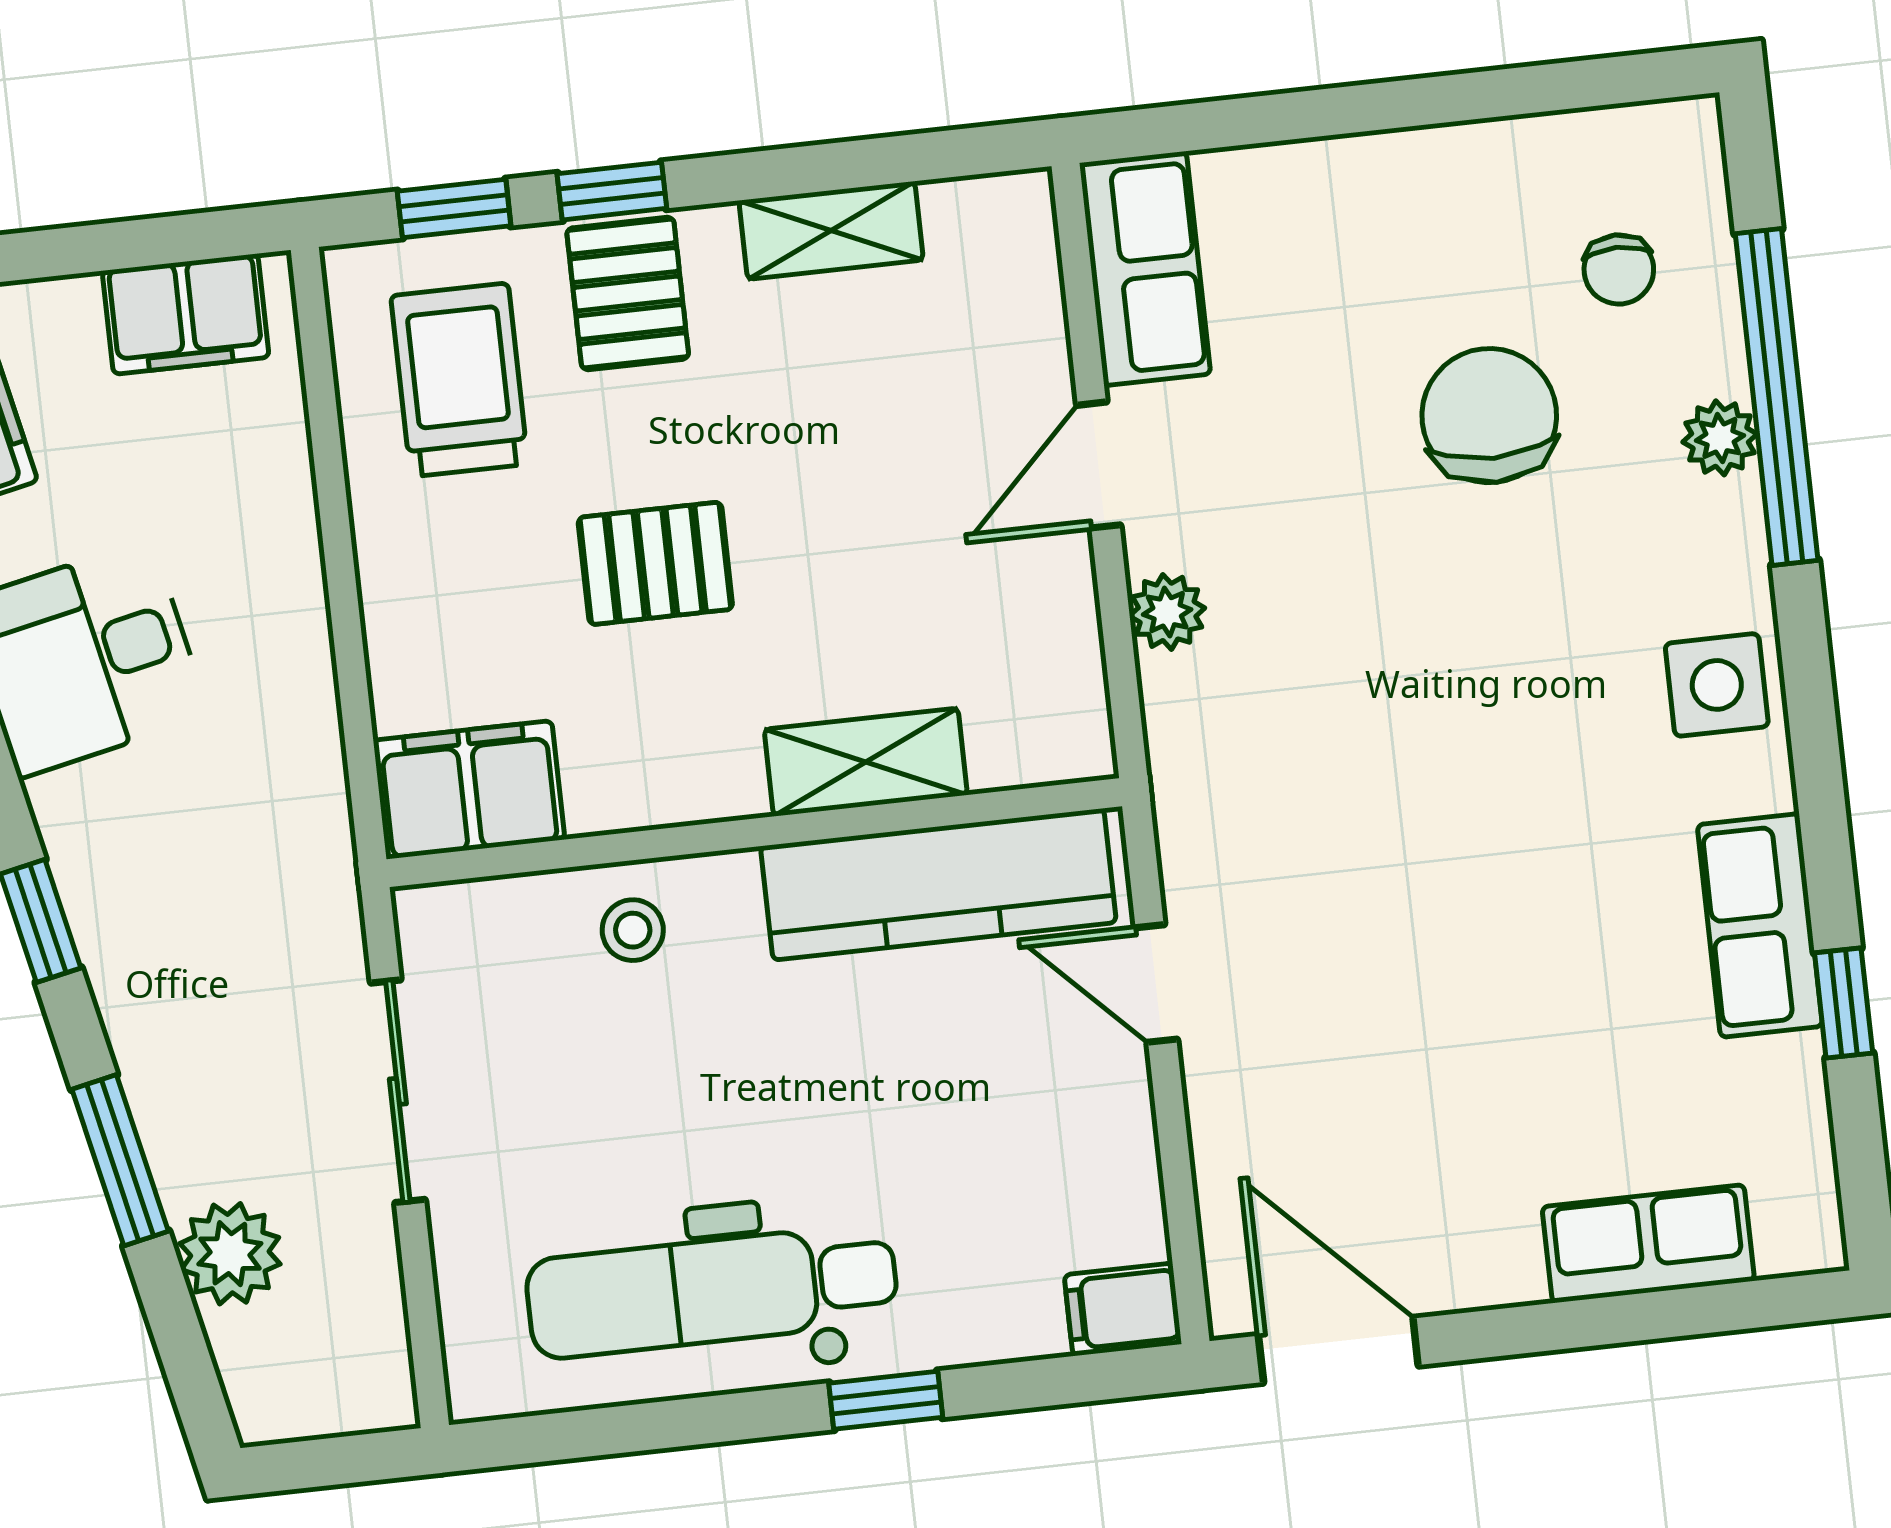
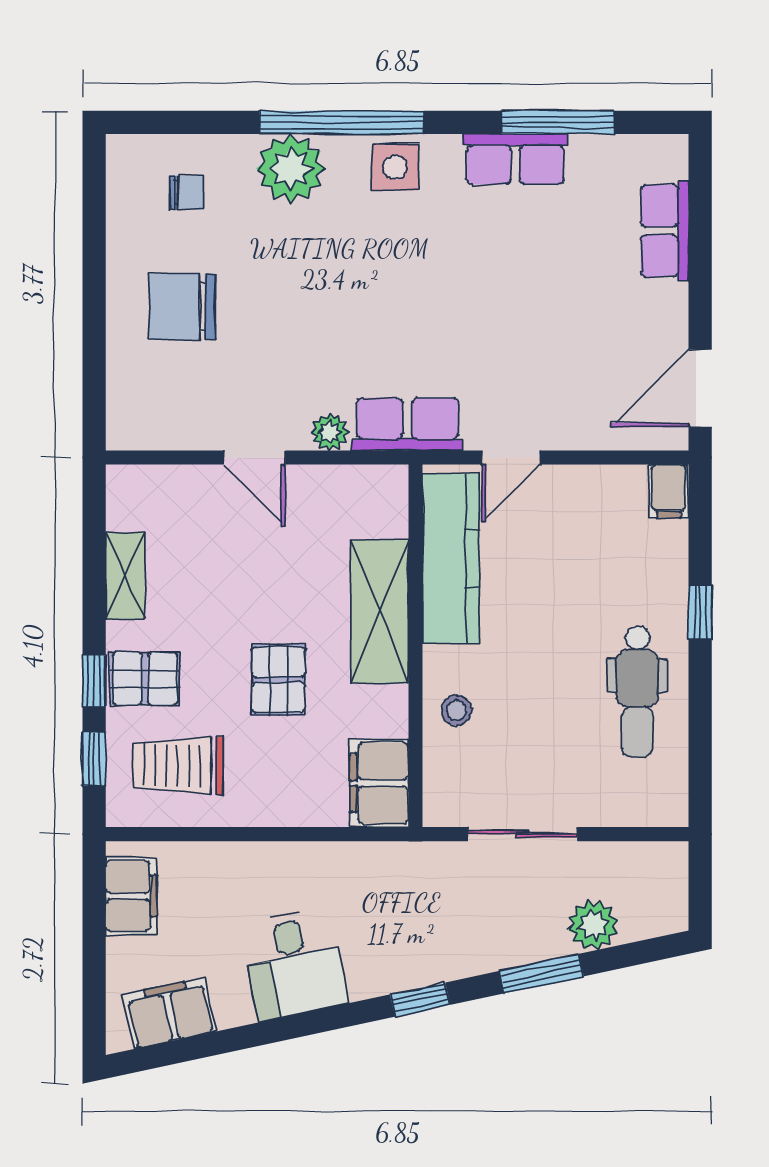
row of seats: (1145, 269) -> (407, 424), moved
window: (1777, 397) -> (341, 122), moved
chair: (1489, 416) -> (182, 307), moved
plant: (1720, 438) -> (291, 168), width x1.87, depth x1.87
shelving: (866, 762) -> (380, 611), width x1.50, depth x1.33
window: (1844, 1003) -> (558, 122), width x2.17
dental chair: (712, 1291) -> (637, 691), width x0.73, depth x0.72

